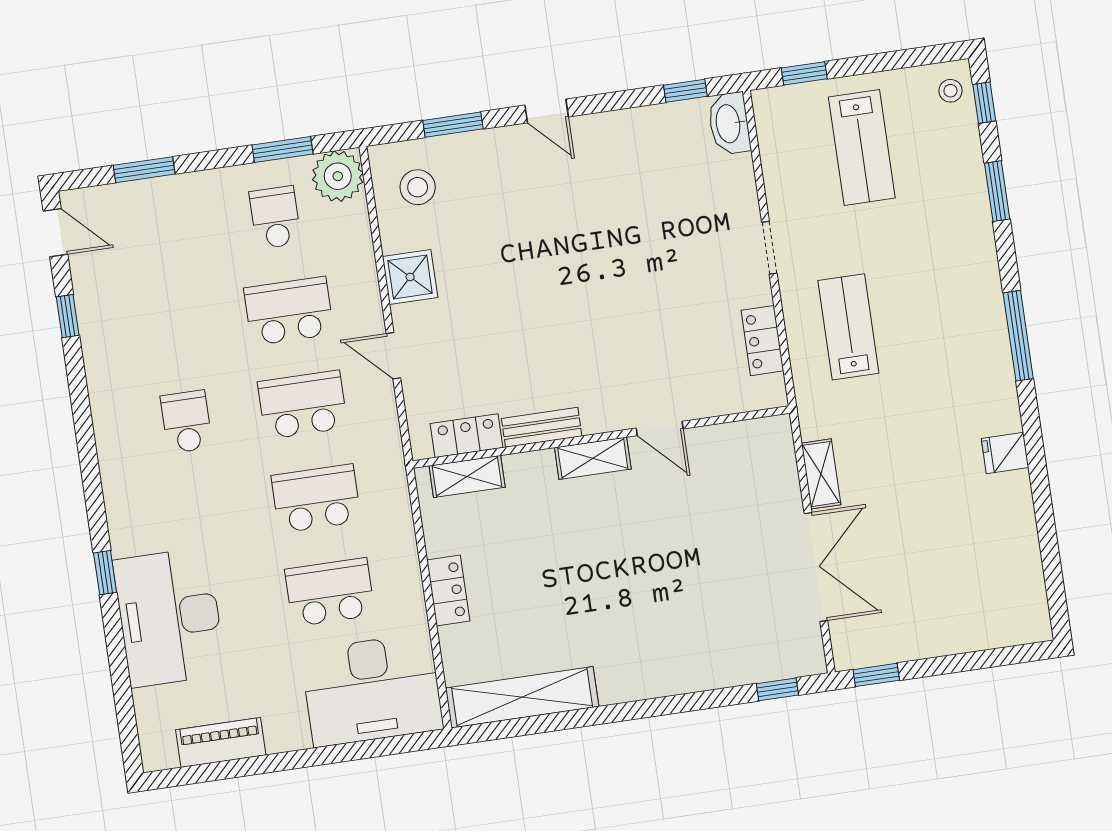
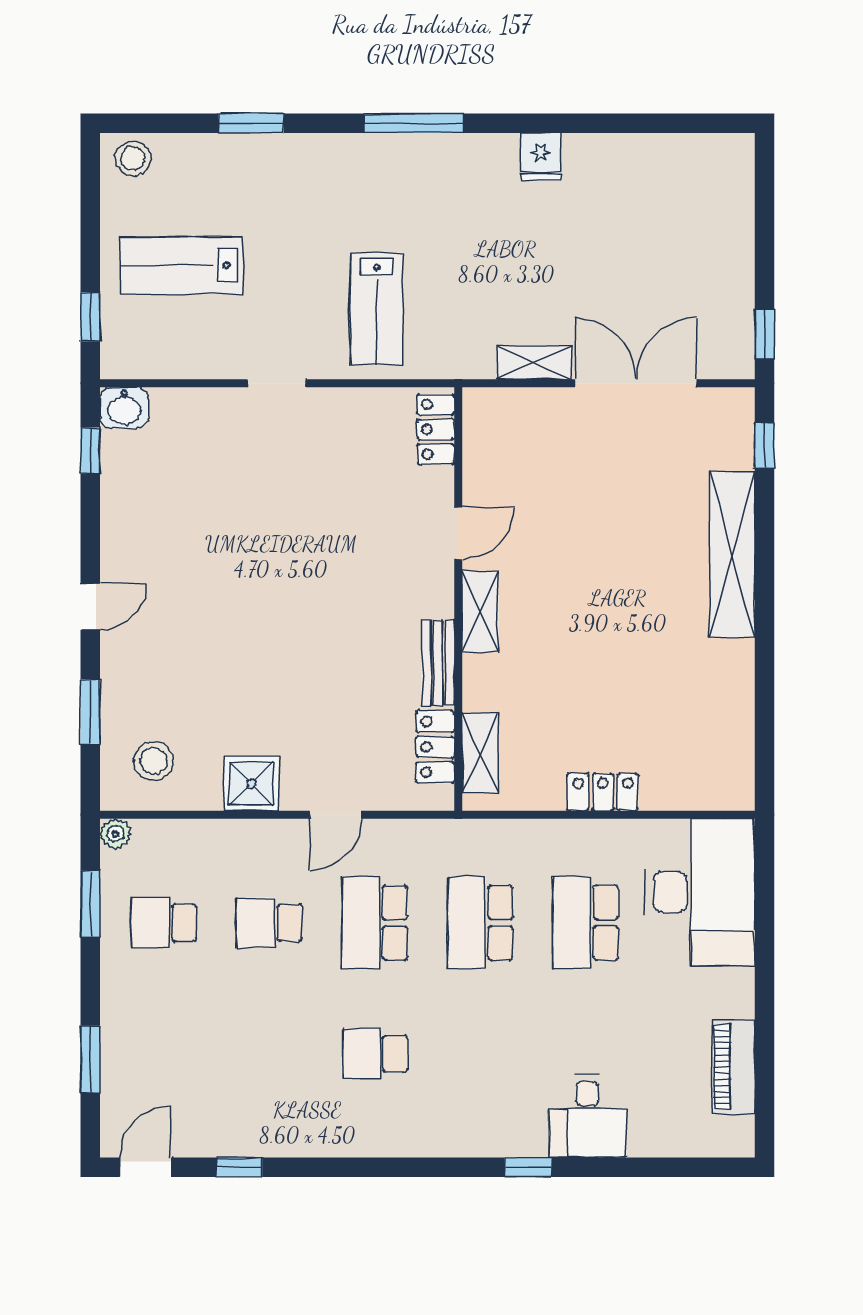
stool: (950, 91) -> (133, 158), width x1.37, depth x1.37
window: (984, 103) -> (151, 123), removed
washbasin: (729, 124) -> (124, 408), width x0.72
lab bench: (862, 148) -> (181, 265), turned 180
plant: (338, 176) -> (115, 834), width x0.53, depth x0.53
school desk: (289, 311) -> (269, 923), width x0.54
lab bench: (848, 327) -> (377, 309), turned -90
locker: (762, 341) -> (436, 429), moved, turned 90
desk: (169, 617) -> (587, 1116), width x0.53, depth x0.77
shelving: (522, 697) -> (732, 555), moved

